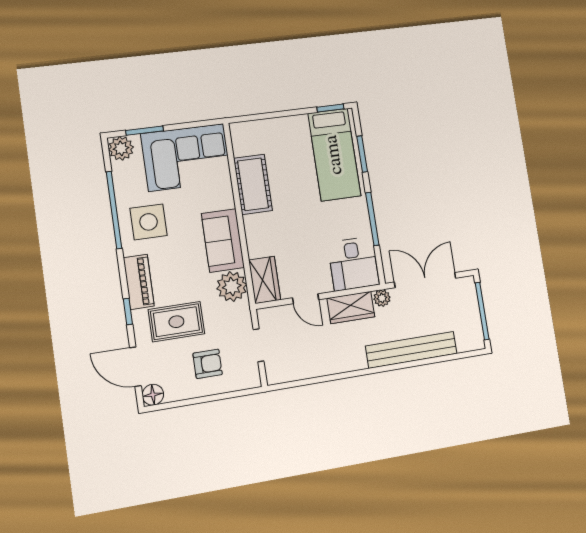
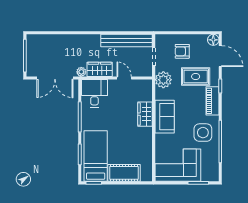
plant: (121, 148) -> (212, 175), removed
cot: (253, 184) -> (124, 173), moved, turned 90
wardrobe: (265, 280) -> (145, 114), moved
plant: (232, 287) -> (163, 80), moved
bench: (411, 350) -> (127, 41), moved

